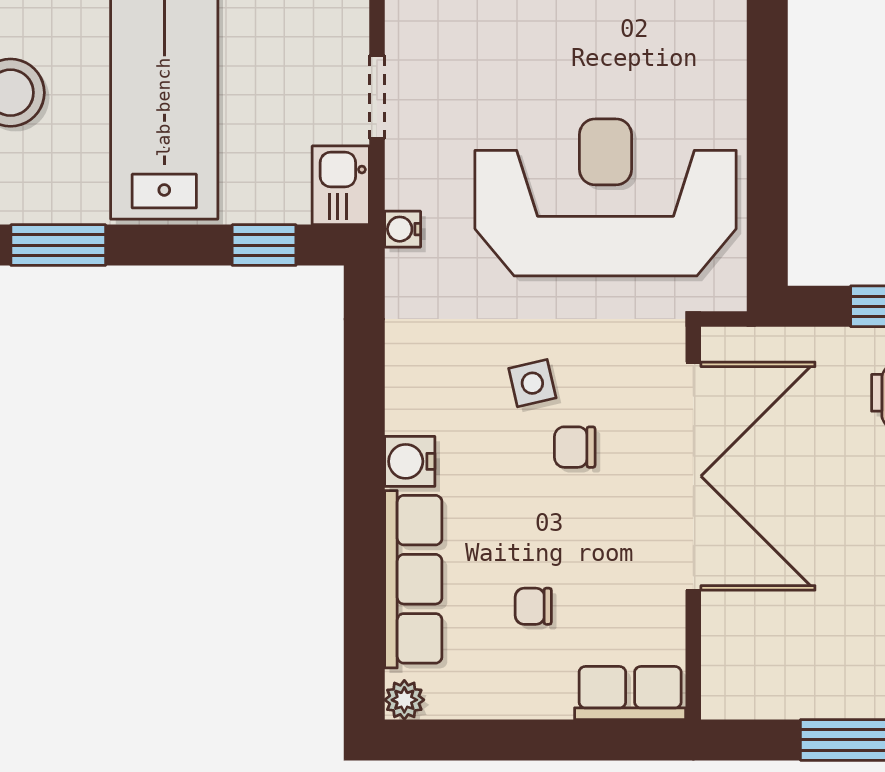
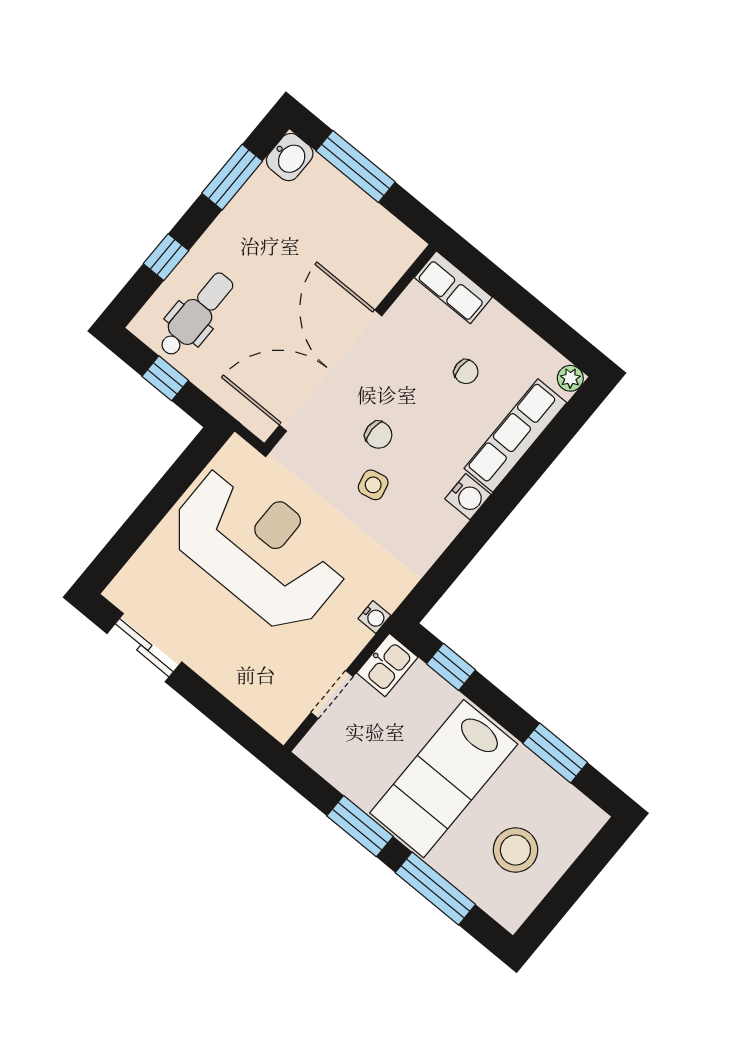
reception desk: (606, 197) -> (259, 548), turned 180

